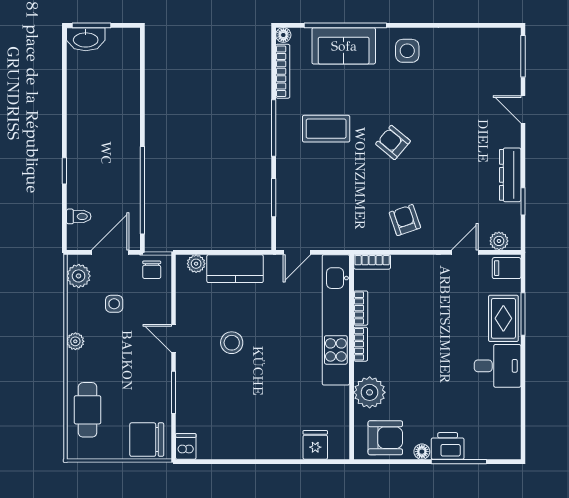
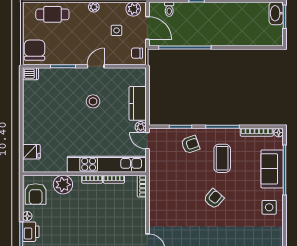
armchair: (405, 220) -> (190, 145), moved
plant: (196, 264) -> (141, 127), moved

